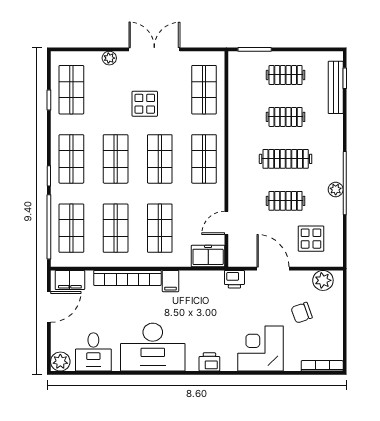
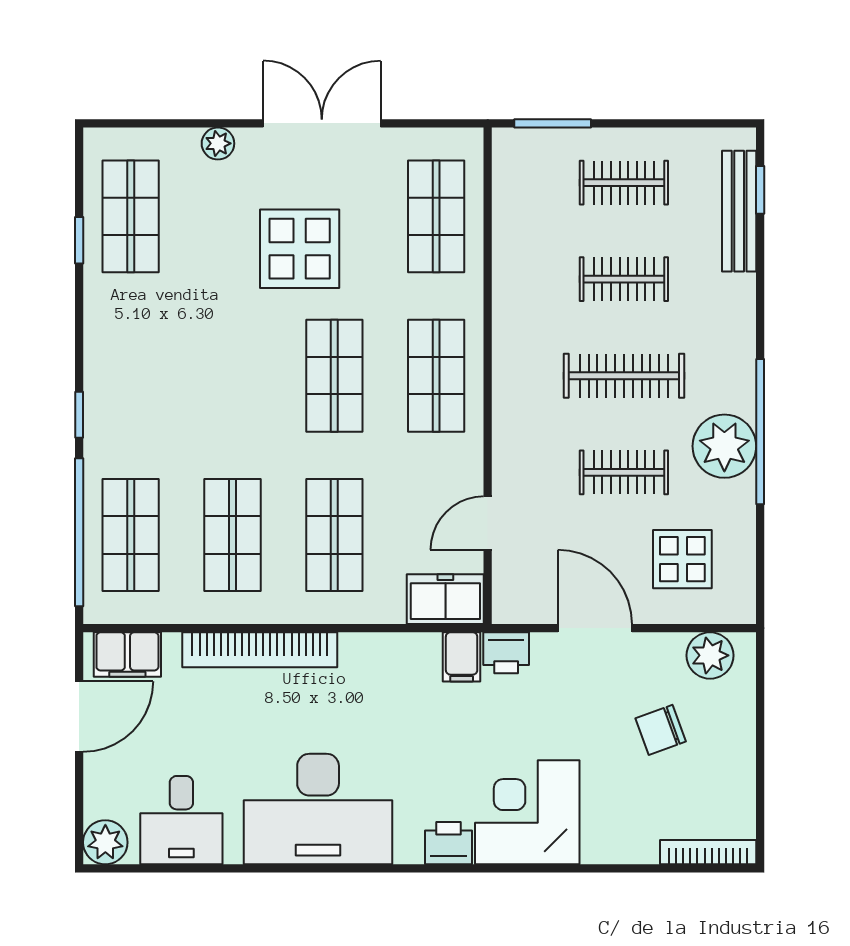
display table: (145, 104) -> (300, 249), width x1.36, depth x1.36
shop shelf: (71, 159) -> (131, 376), removed
shop shelf: (116, 159) -> (233, 376), removed
plant: (336, 190) -> (724, 446), width x1.87, depth x1.87
filing cabinet: (171, 281) -> (462, 657), moved
corner desk: (261, 349) -> (527, 812), moved

